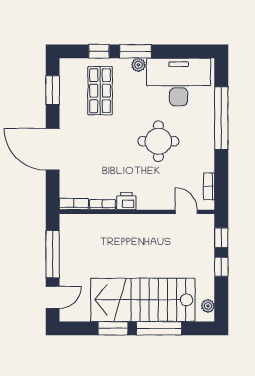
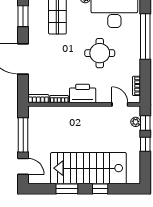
printer: (126, 201) -> (83, 93), width x1.87, depth x1.48
door: (53, 297) -> (23, 166), hinge flipped
plant: (208, 306) -> (136, 122), moved
window: (159, 328) -> (100, 189), width x0.46

